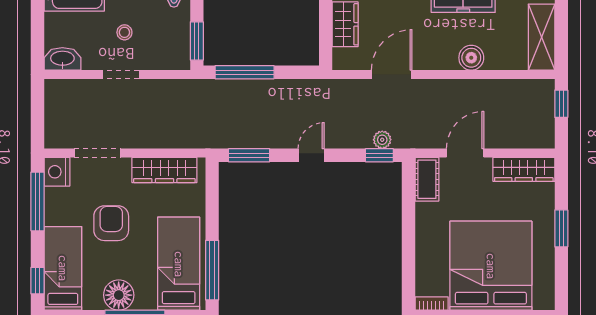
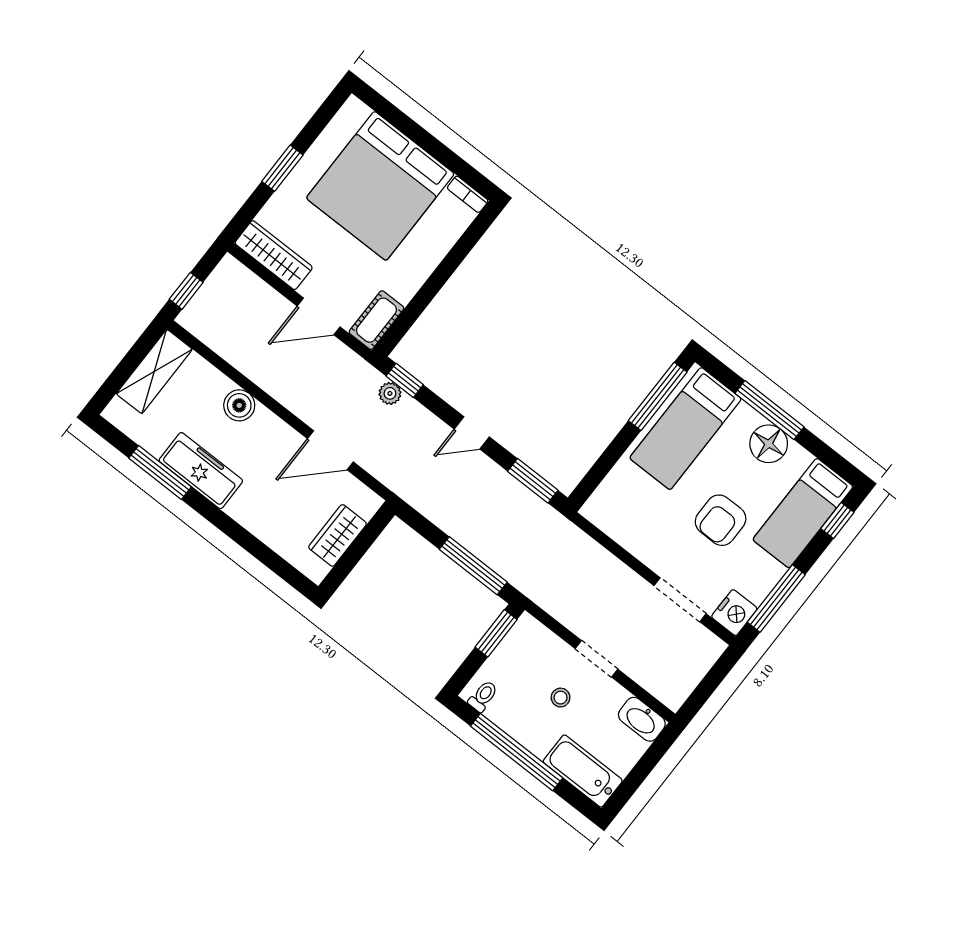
wardrobe: (164, 170) -> (627, 531), removed

